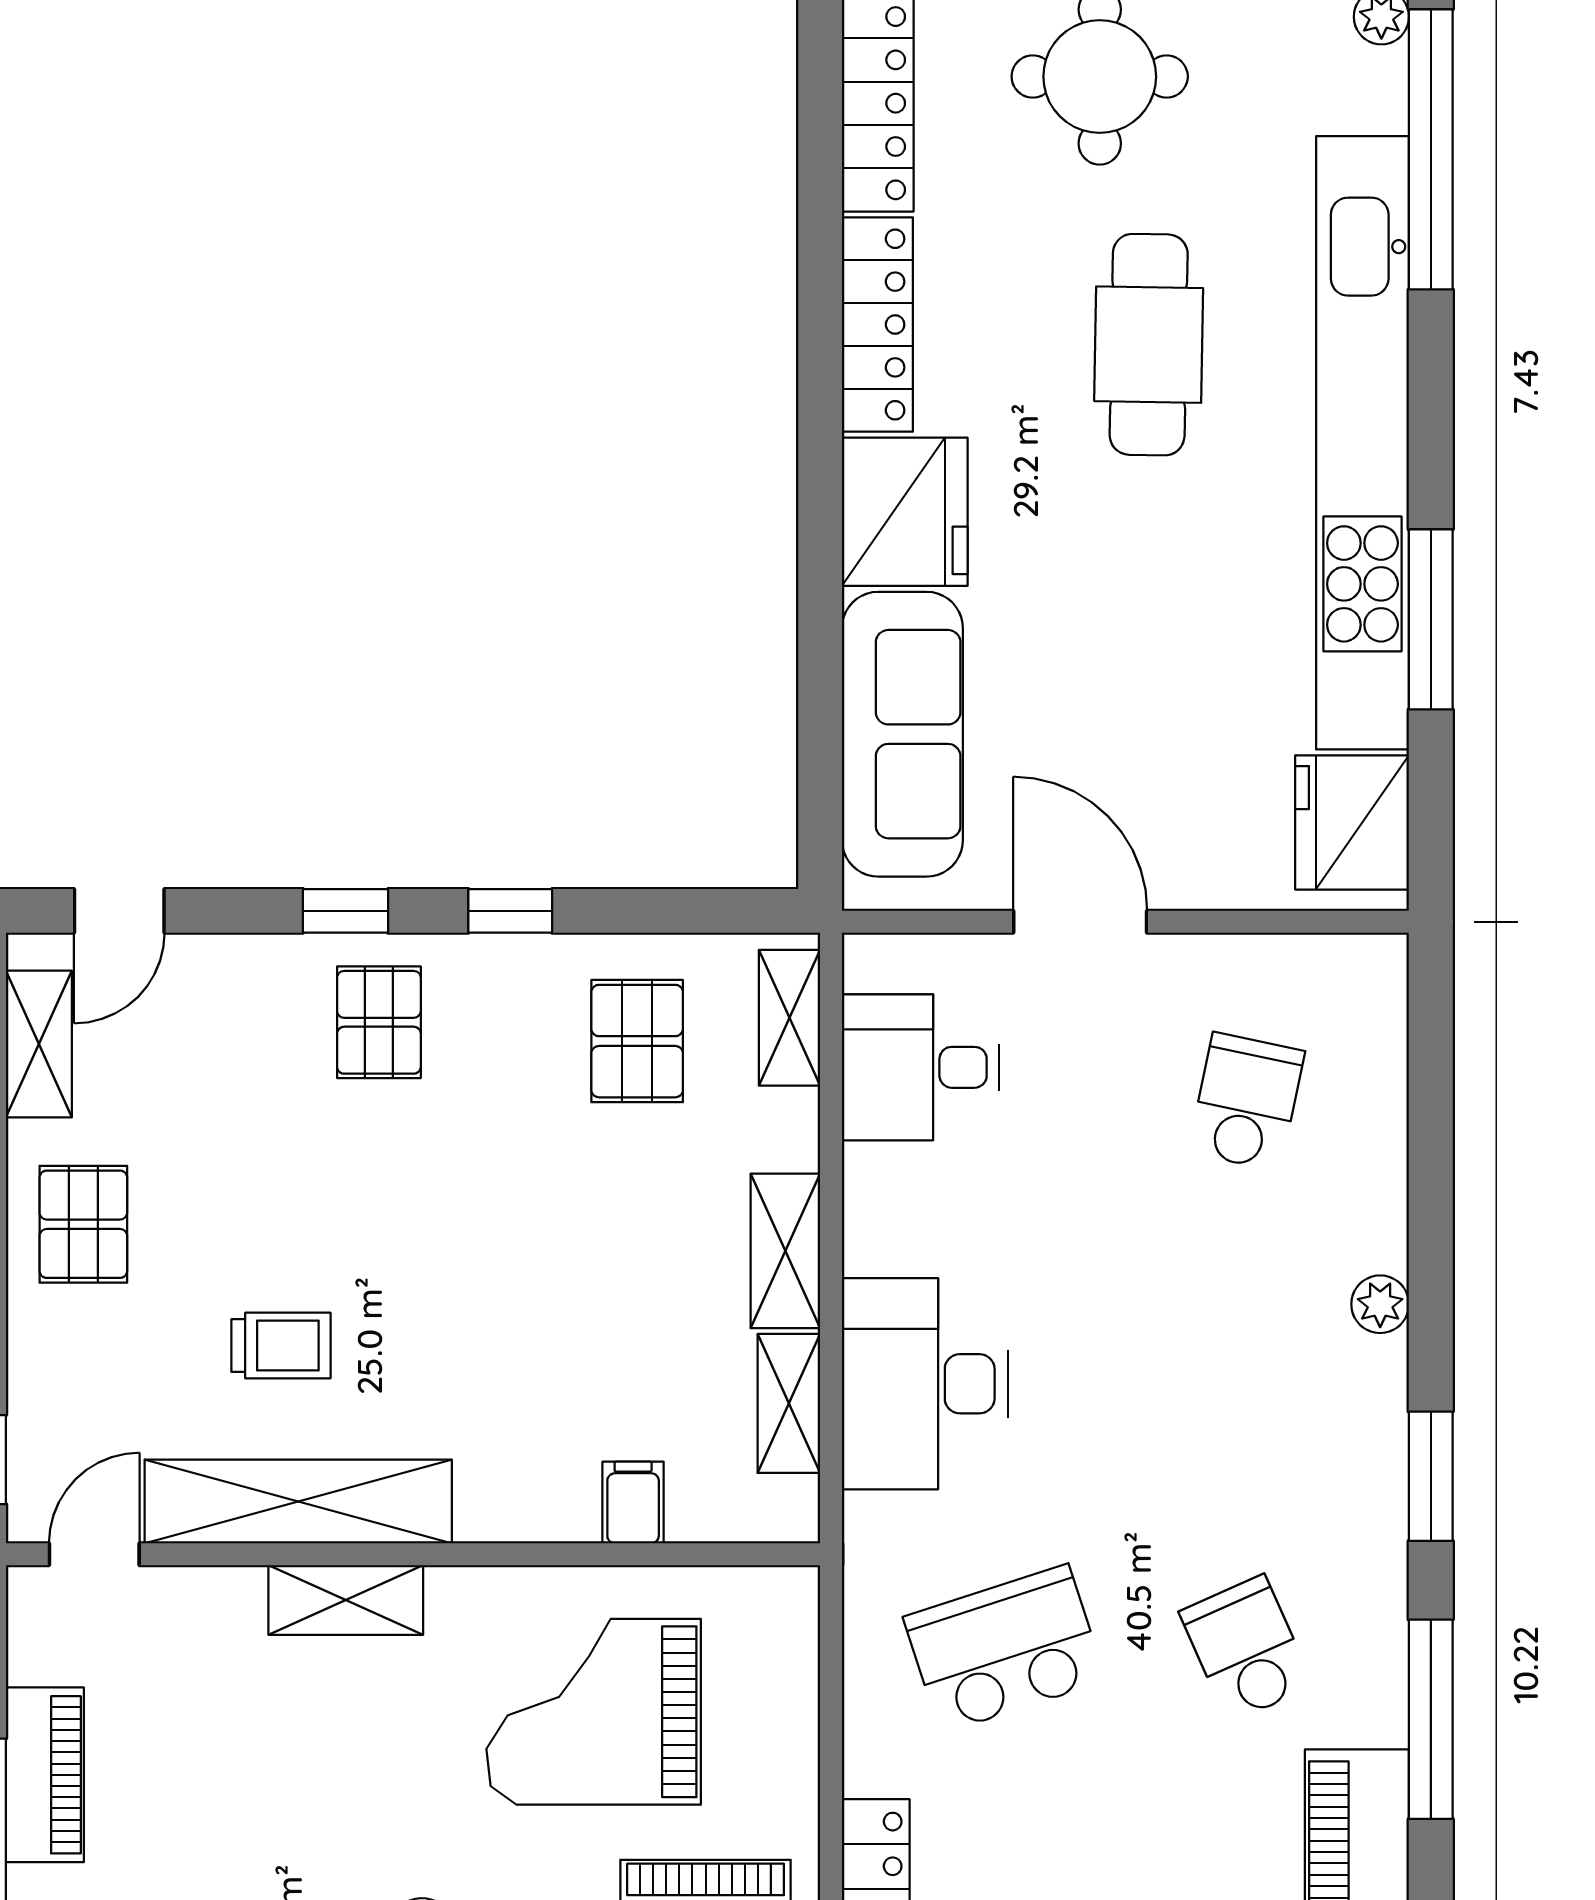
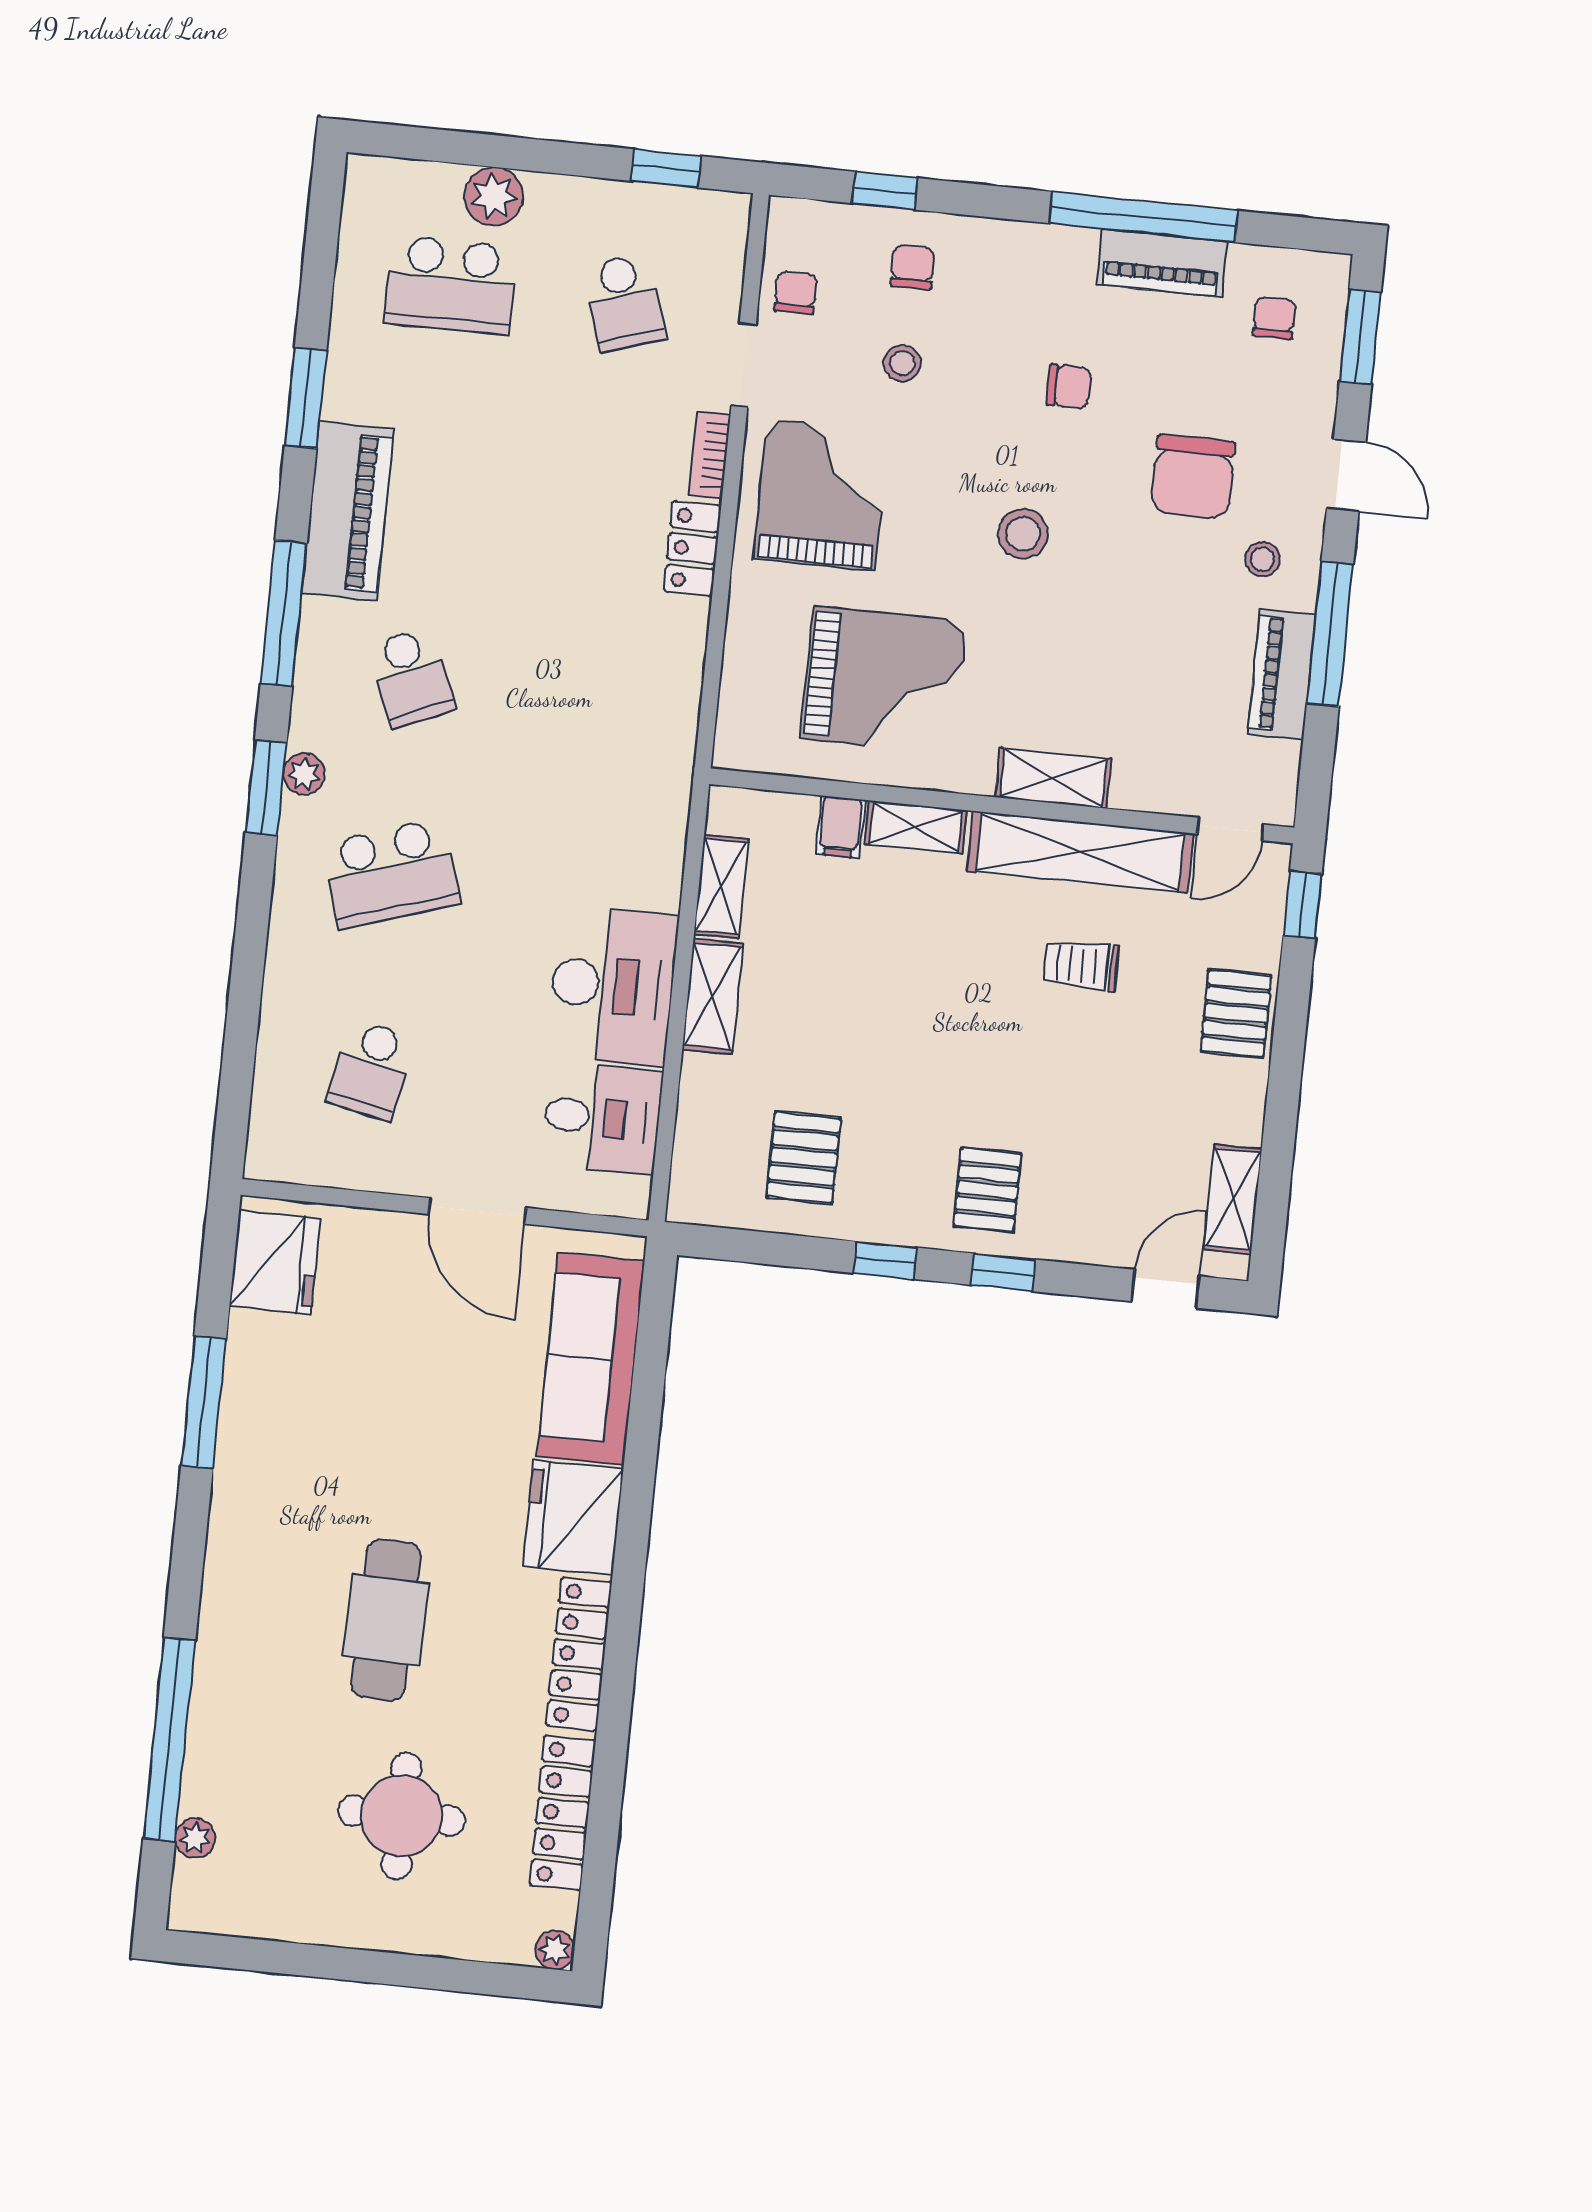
kitchen unit: (1362, 443) -> (240, 1534), removed
shelving: (789, 1018) -> (916, 827), moved, turned 90
pallet: (83, 1224) -> (1236, 1014), moved
plant: (1380, 1304) -> (304, 774), moved
desk: (925, 1384) -> (613, 986), moved
school desk: (1005, 1649) -> (391, 874), moved

